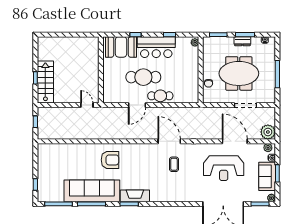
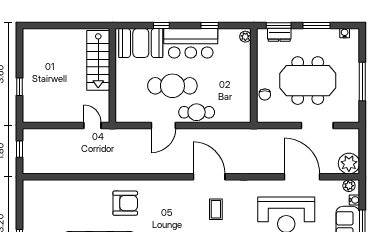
dresser: (242, 41) -> (279, 35), moved
stairs: (45, 82) -> (98, 60), moved, turned 180

